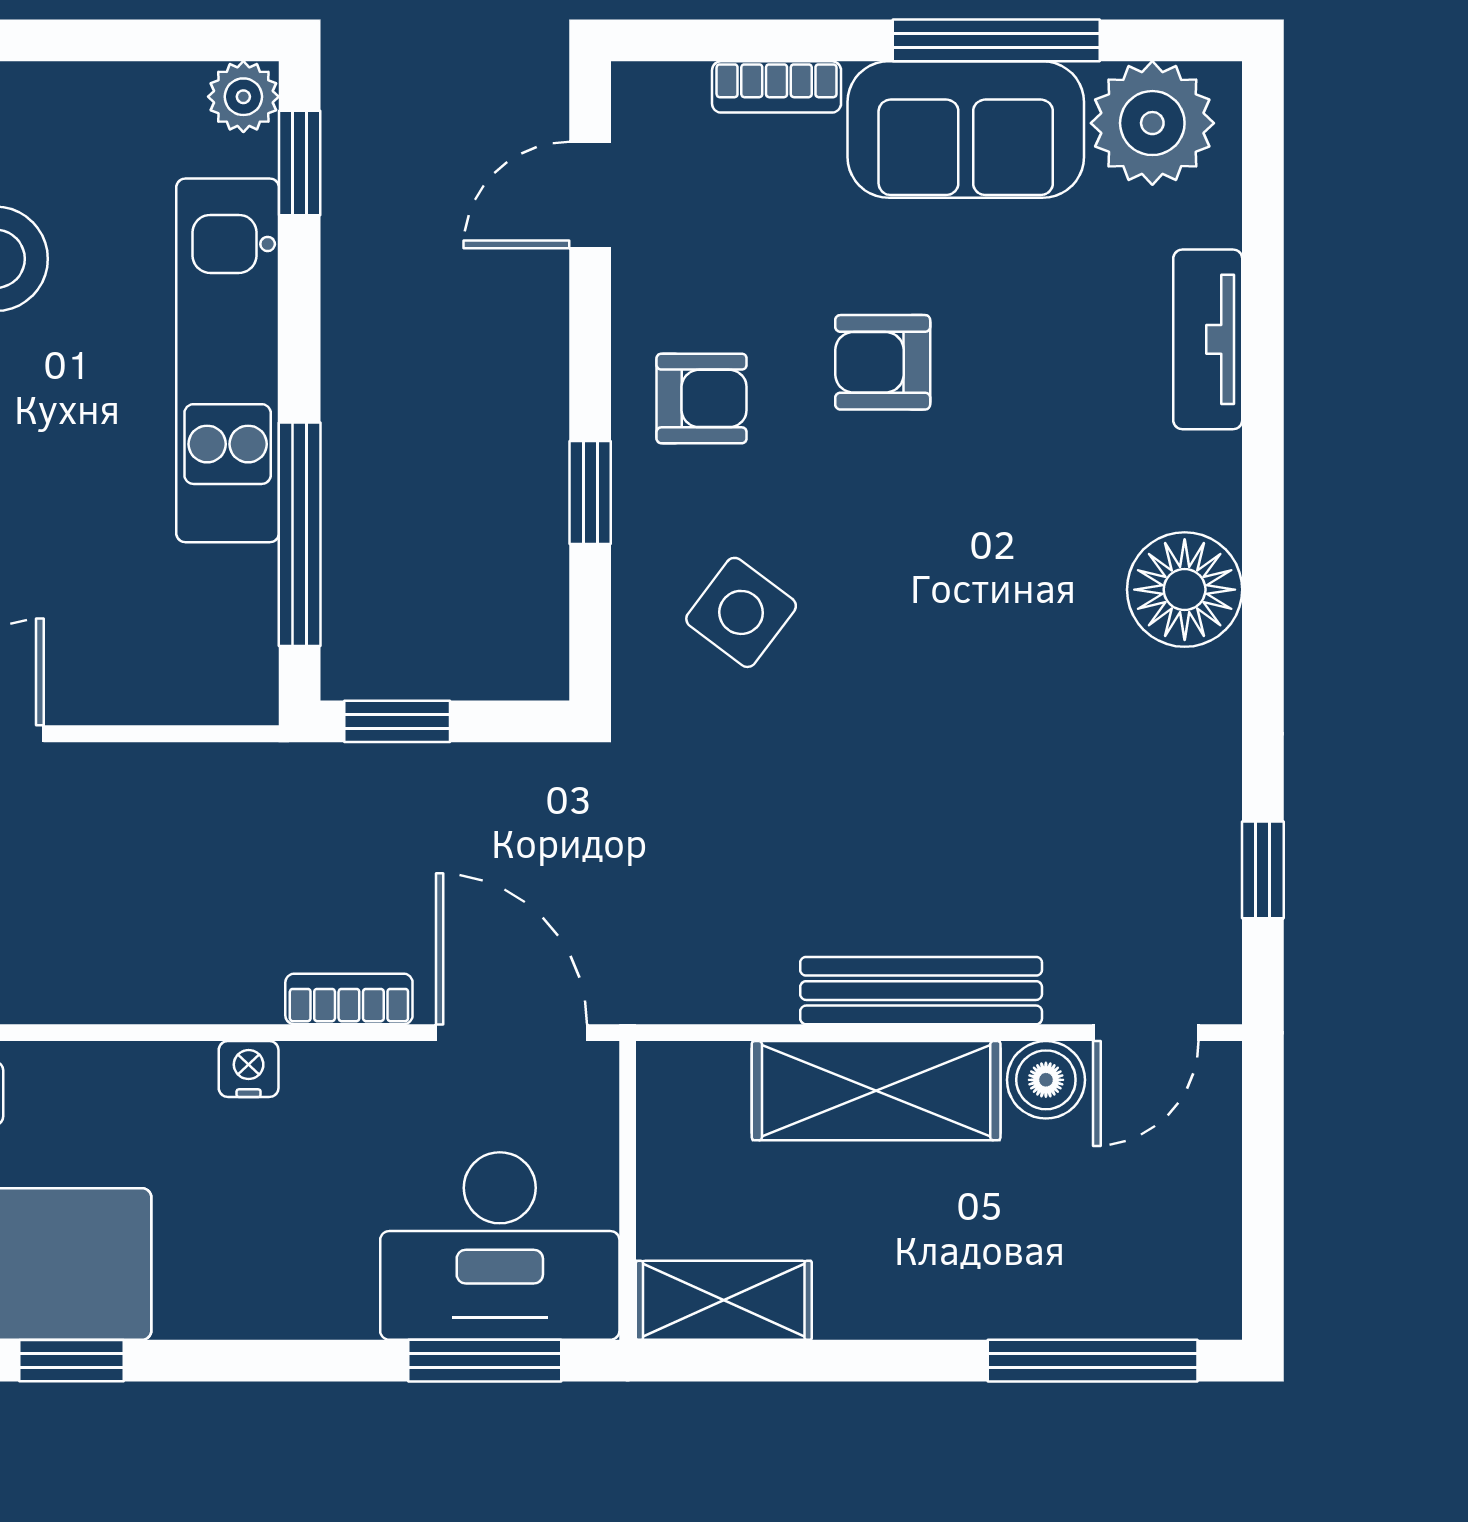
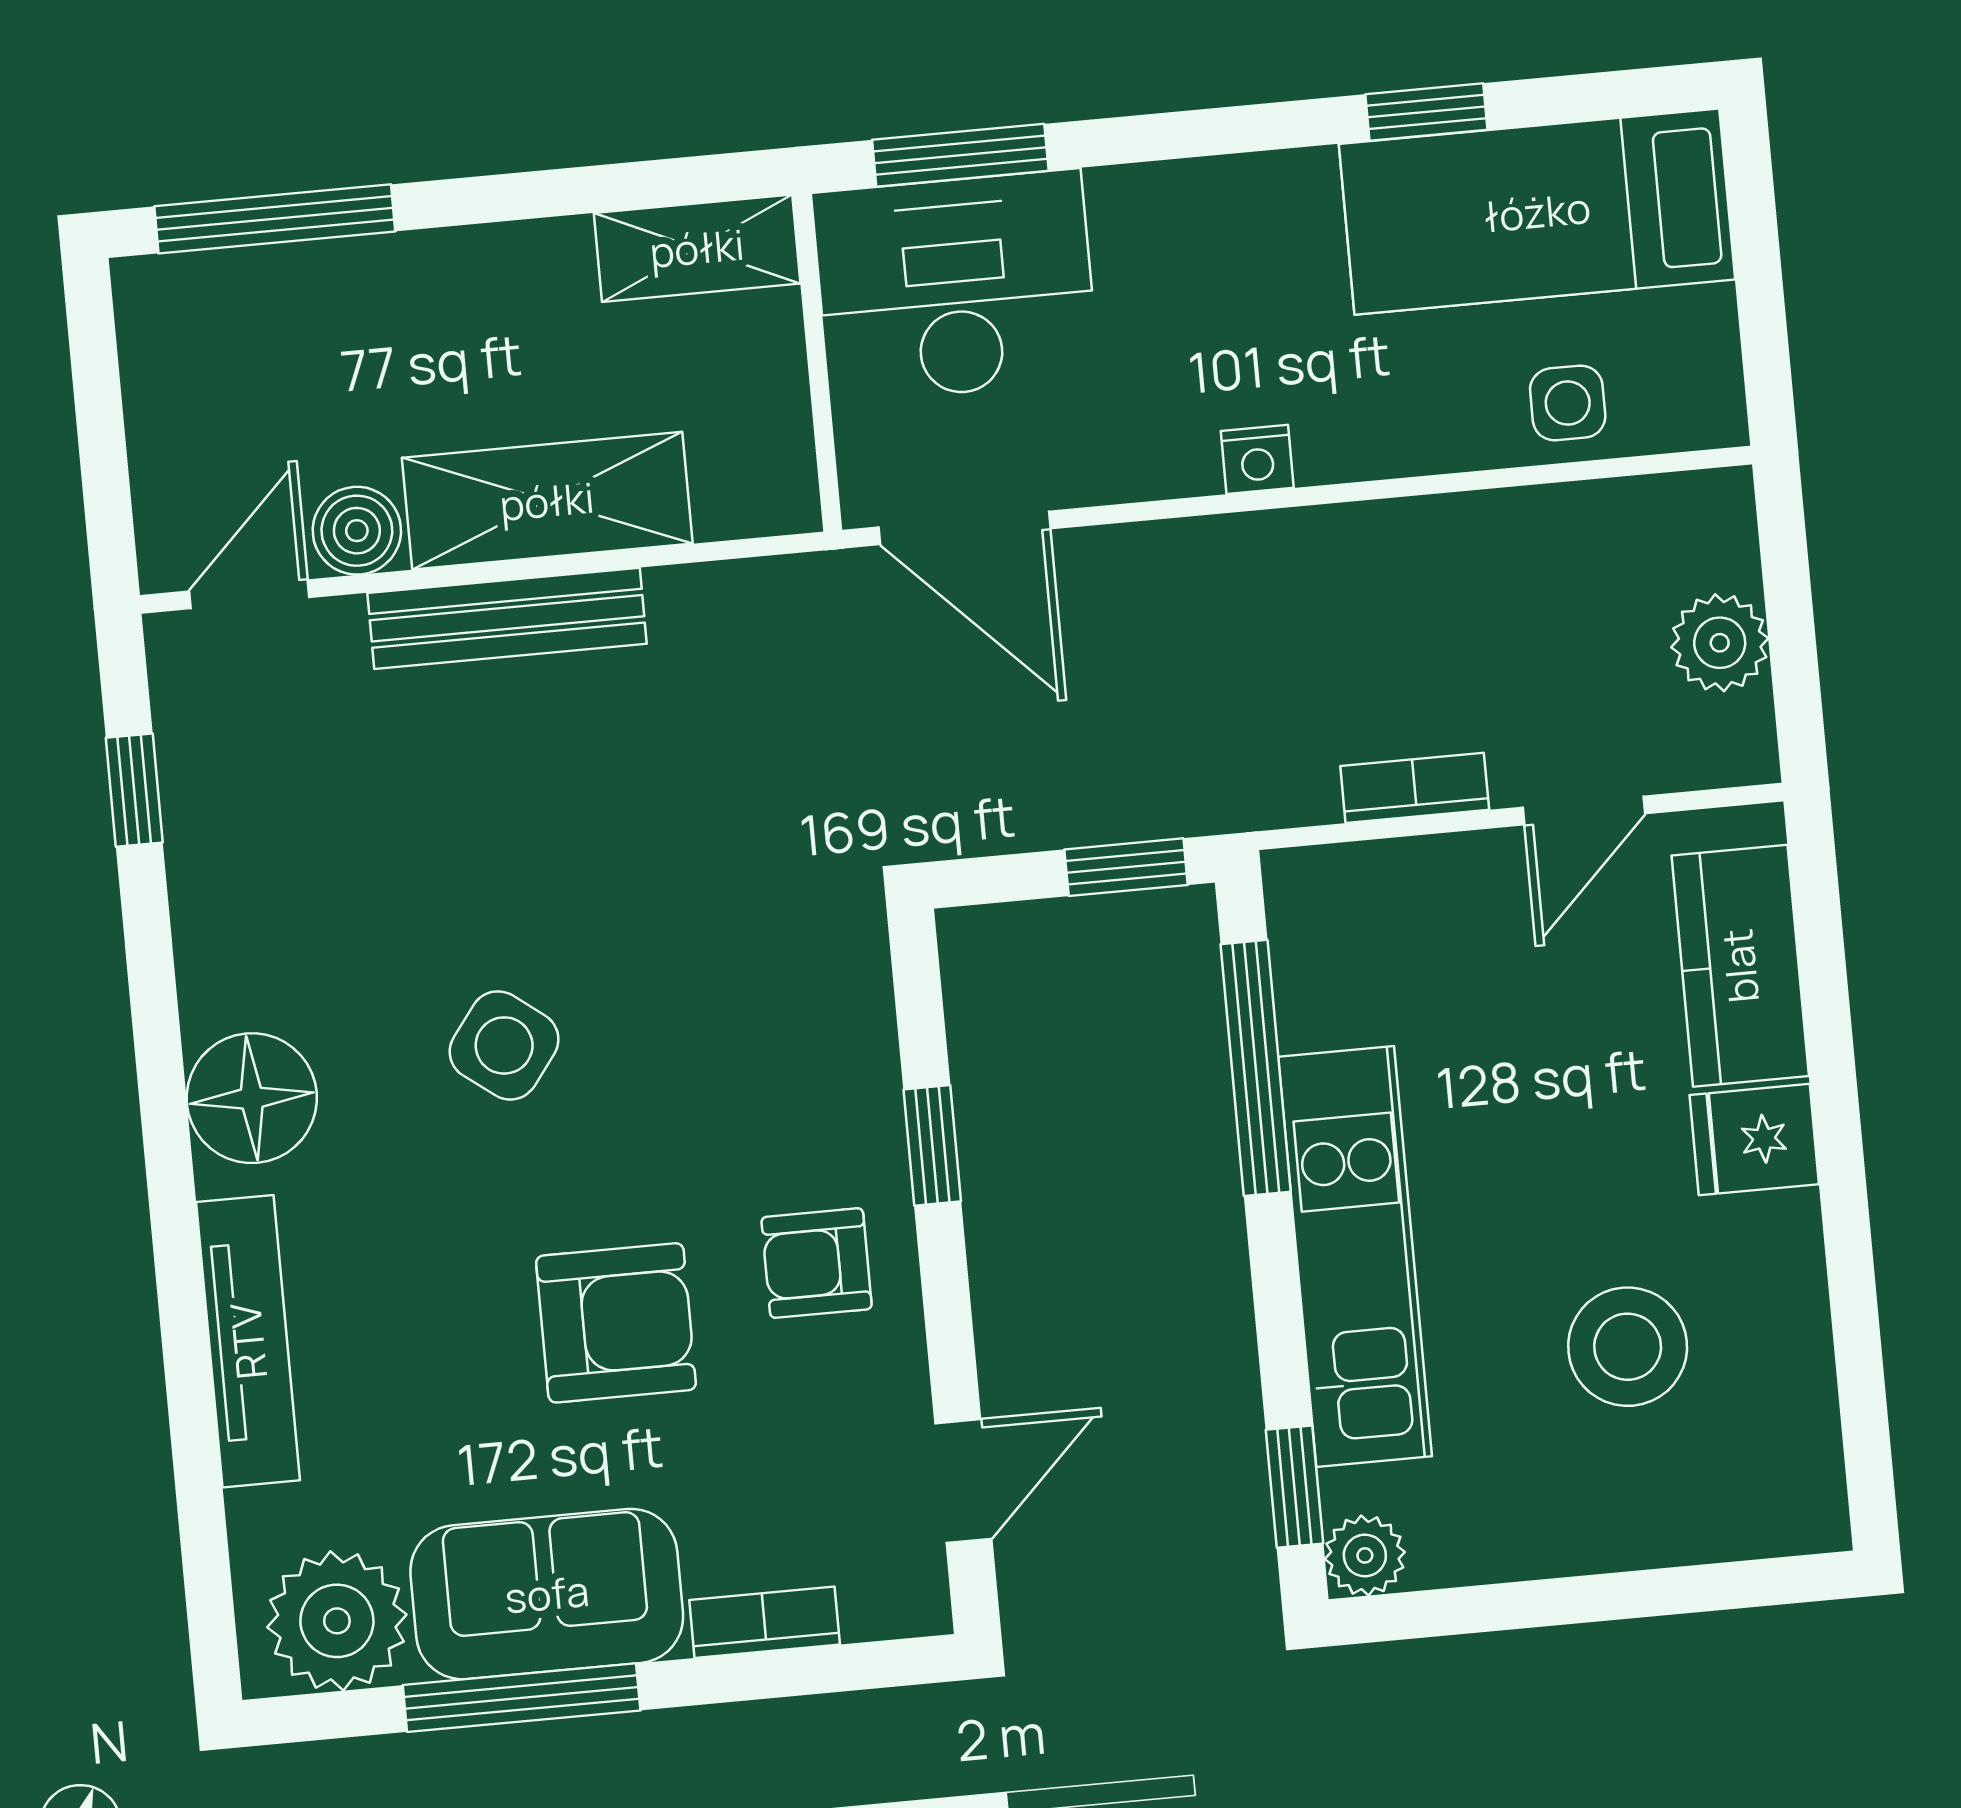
tv unit: (1208, 339) -> (248, 1341), width x1.41
armchair: (883, 362) -> (616, 1323), width x1.38, depth x1.38
side table: (741, 612) -> (504, 1045), moved
bookcase: (349, 999) -> (1415, 788), moved, turned 180

